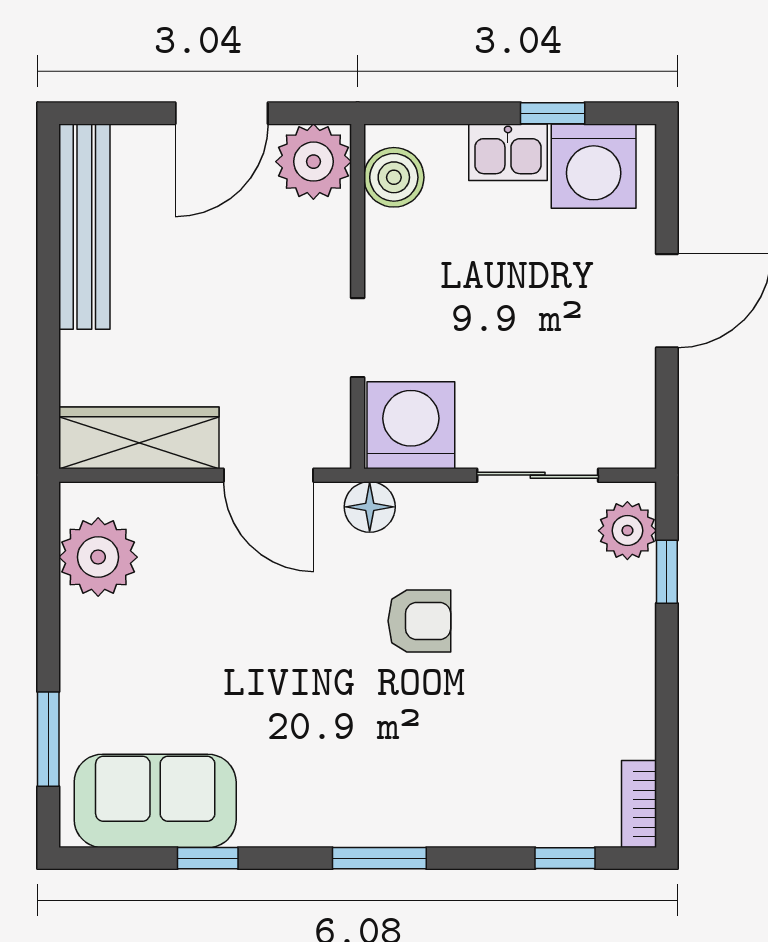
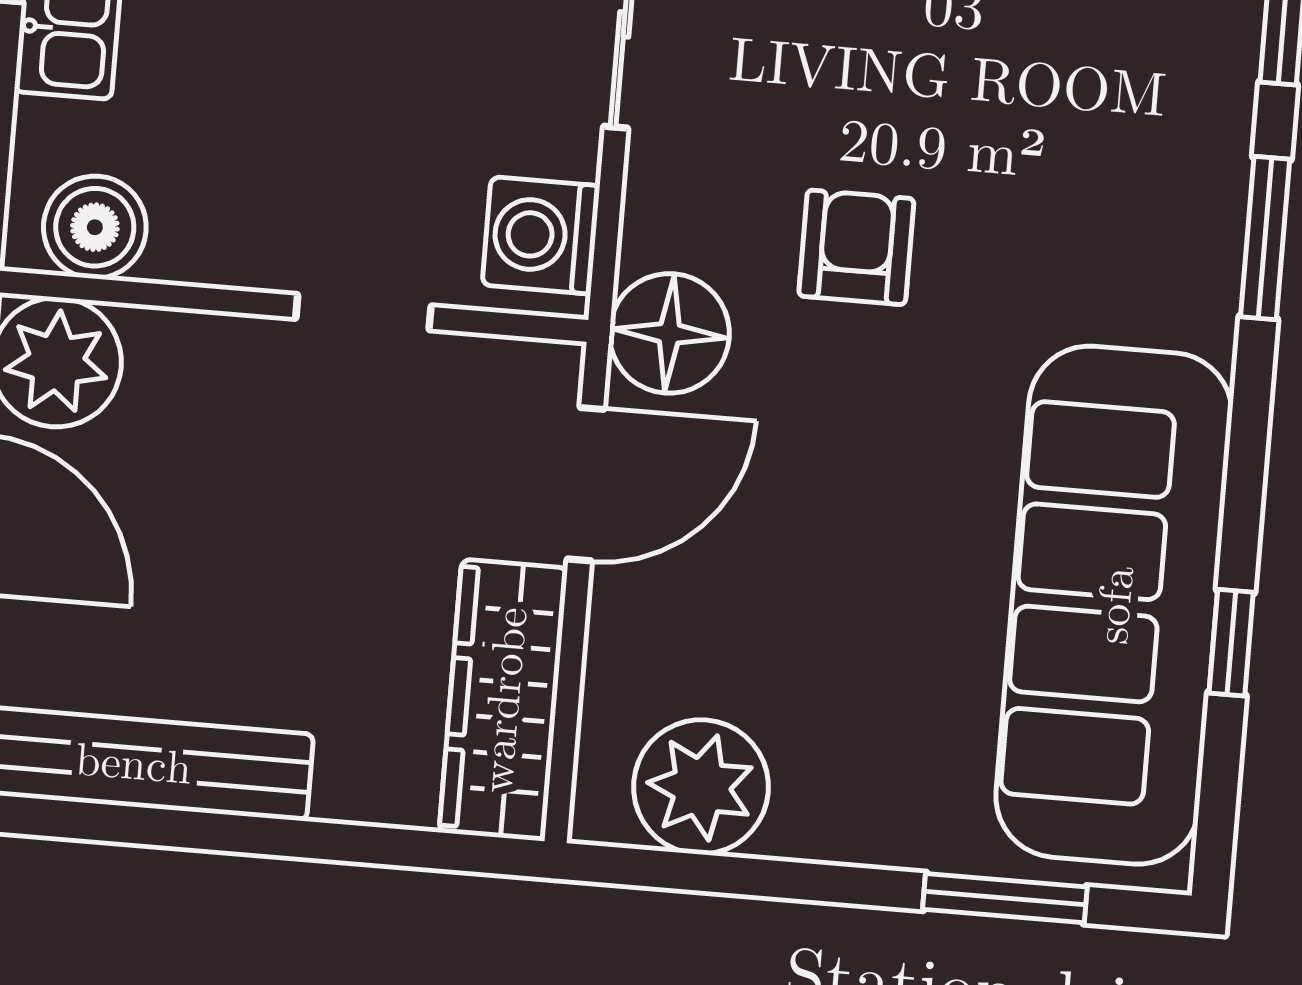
washing machine: (411, 425) -> (541, 235), width x0.73, depth x0.73
floor lamp: (370, 507) -> (669, 333), width x1.38, depth x1.38
sofa: (155, 801) -> (1114, 605), width x1.85, depth x1.27
window: (379, 858) -> (1265, 238), moved

